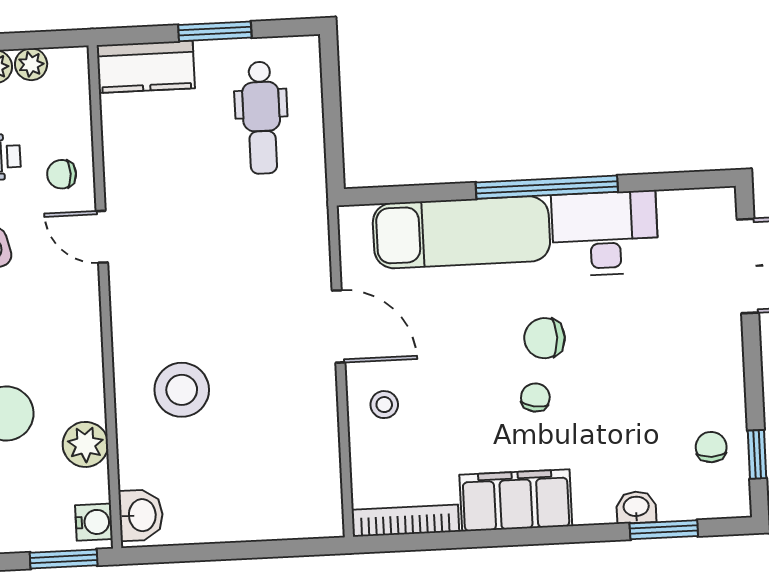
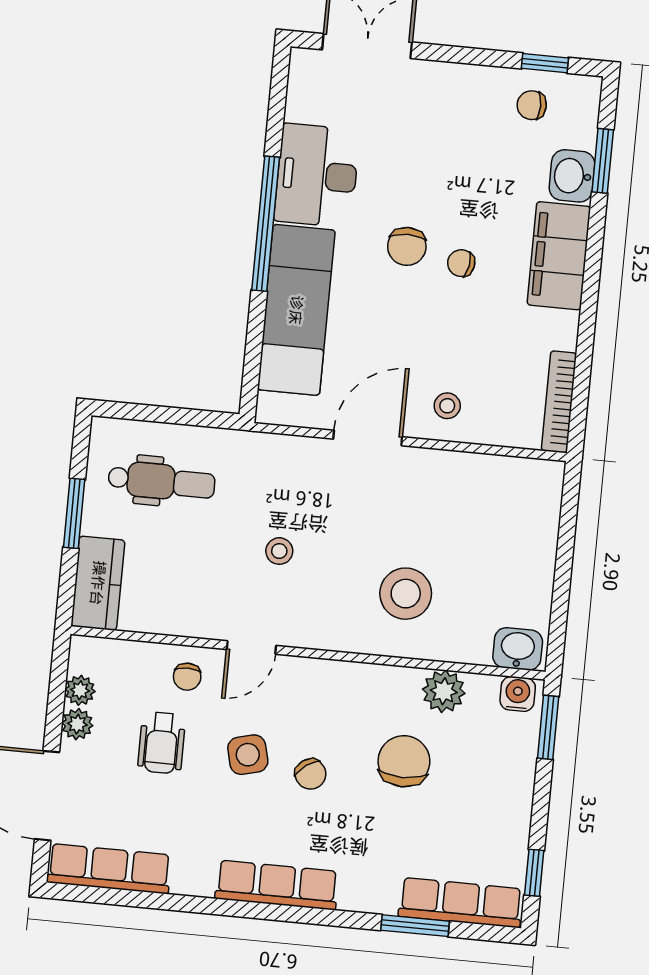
stool: (207, 251) -> (279, 551), added
filing cabinet: (516, 500) -> (559, 256), moved
washbasin: (636, 507) -> (572, 176), width x1.38, depth x1.45

